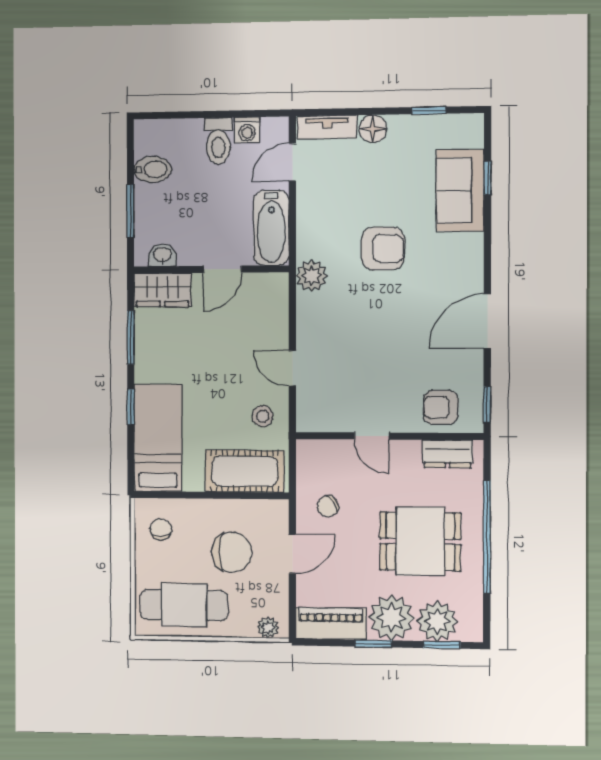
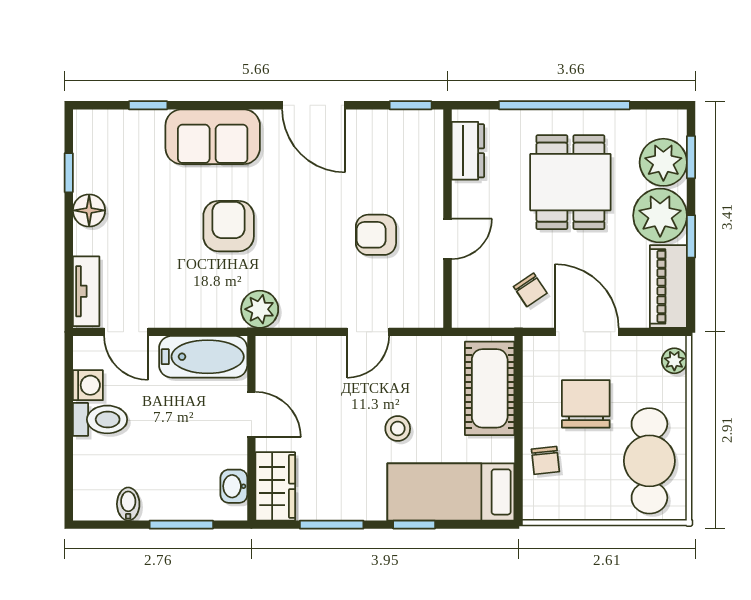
floor lamp: (373, 129) -> (89, 210), moved
bidet: (152, 169) -> (128, 504), width x0.72, depth x0.74
sofa: (460, 190) -> (213, 137), moved
armchair: (441, 407) -> (376, 235), moved, turned 90
stool: (263, 416) -> (398, 429), moved
chair: (161, 529) -> (545, 460), moved, turned -96
door: (292, 554) -> (587, 332), width x1.38

